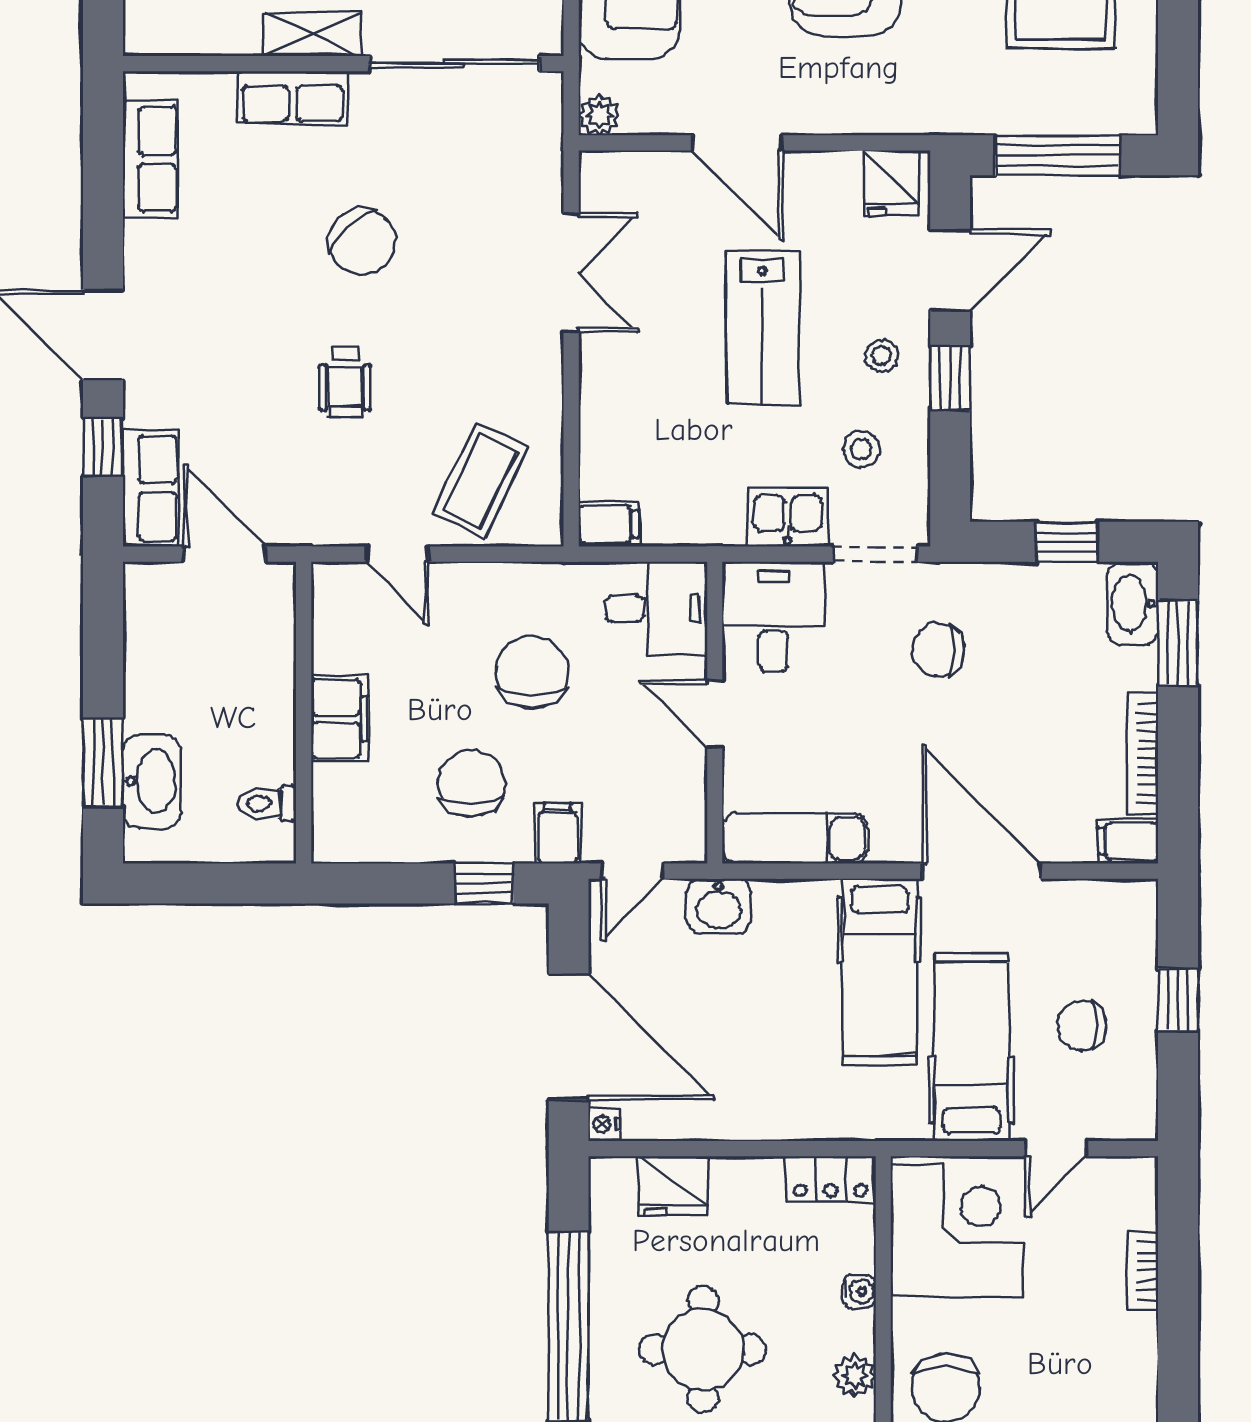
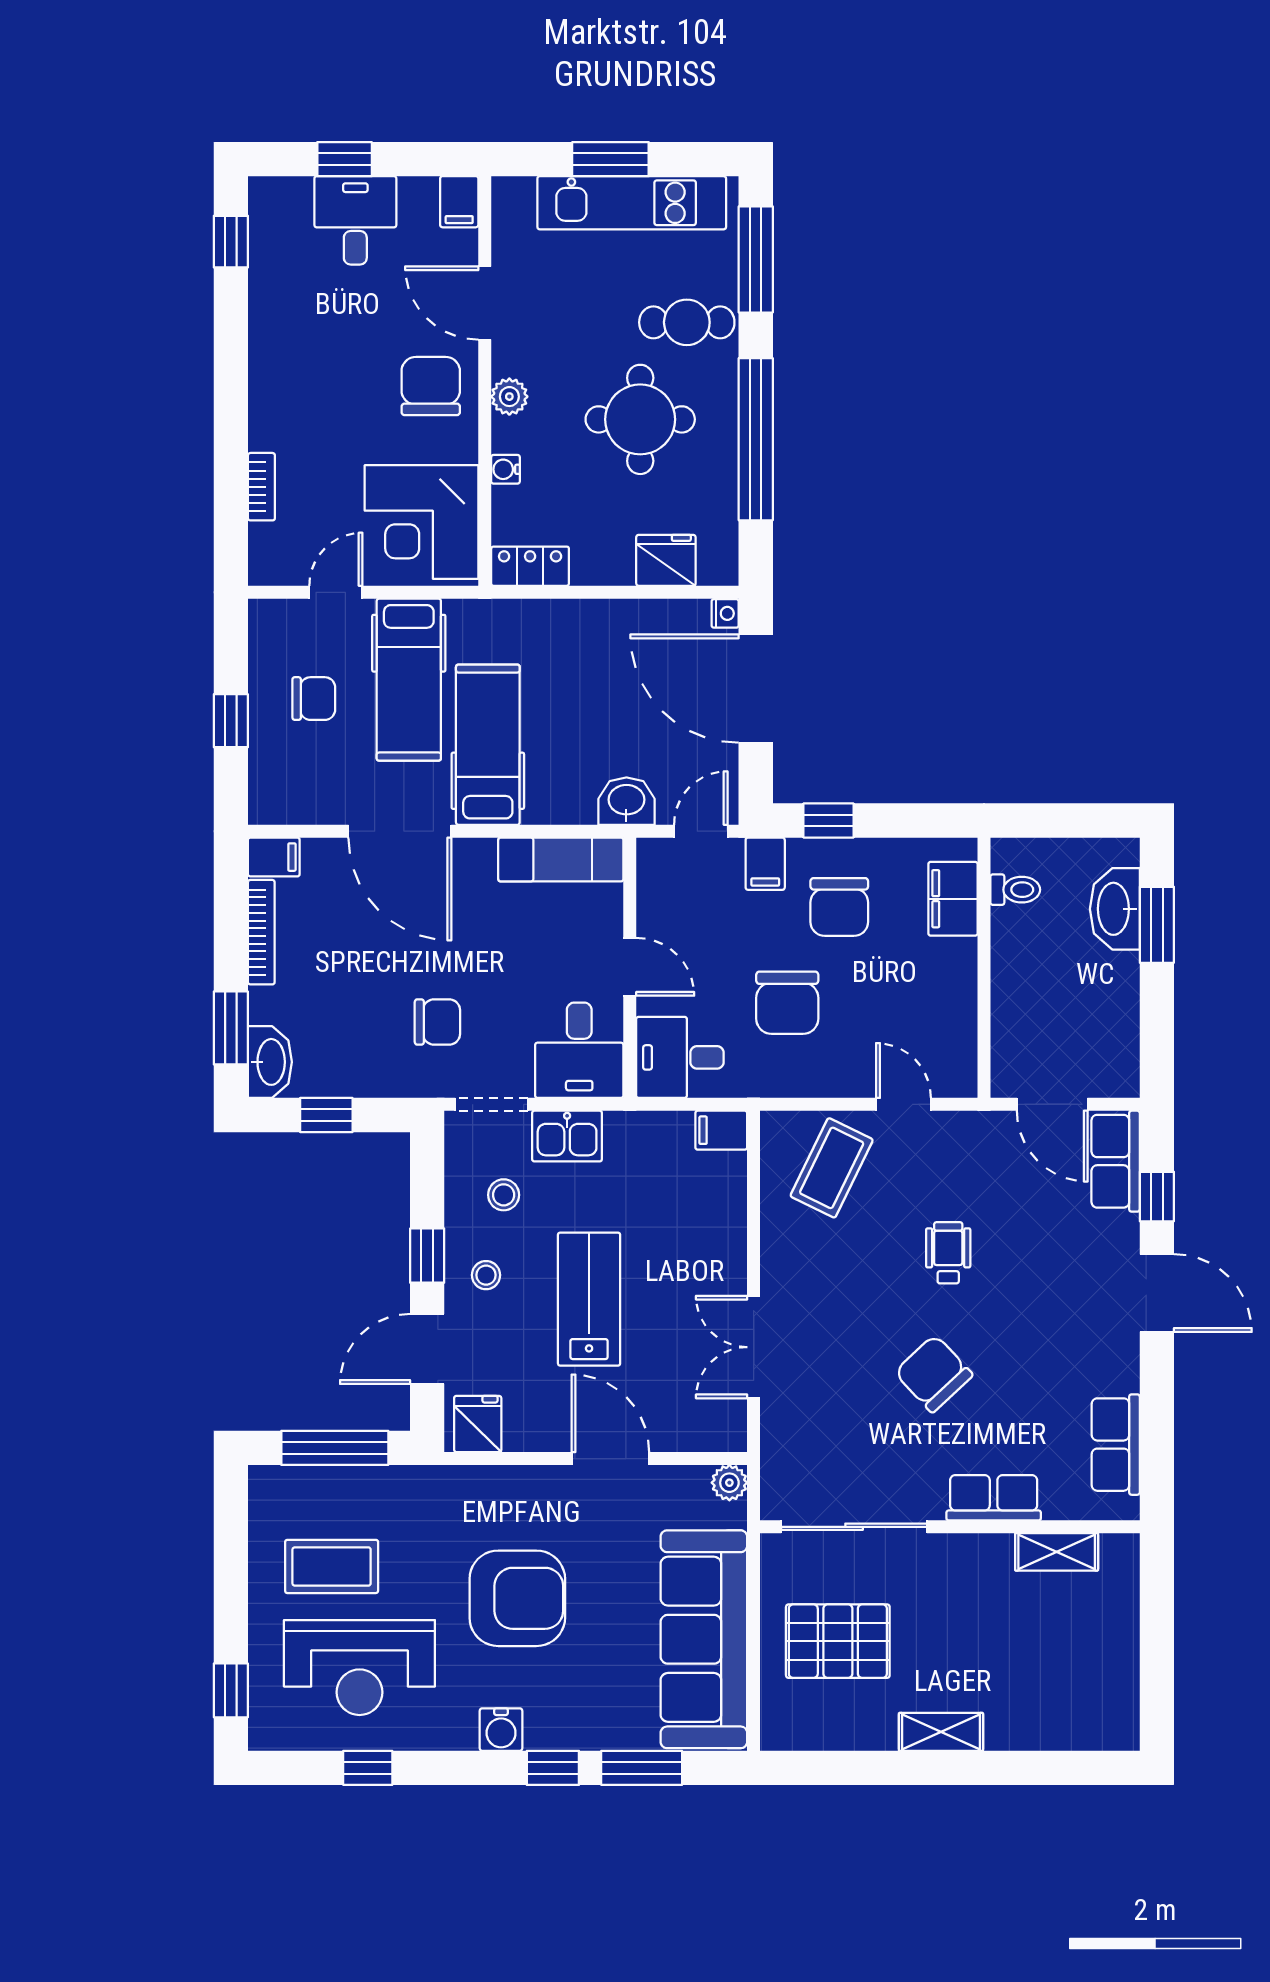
shelving: (312, 34) -> (1057, 1552), moved
filing cabinet: (340, 719) -> (953, 899), moved

